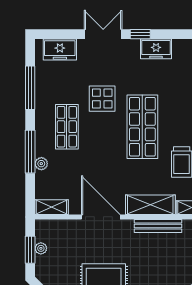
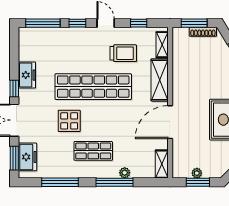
window: (58, 34) -> (14, 158), added
shop shelf: (142, 127) -> (93, 87), width x1.40
bench: (158, 226) -> (178, 73), removed

